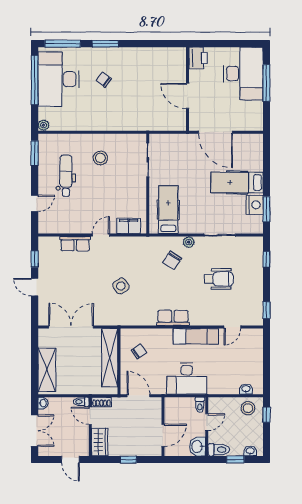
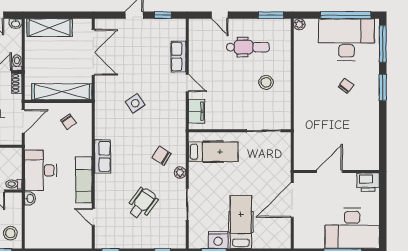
wheelchair: (219, 279) -> (142, 203), turned -144
washbasin: (246, 389) -> (30, 198), moved

